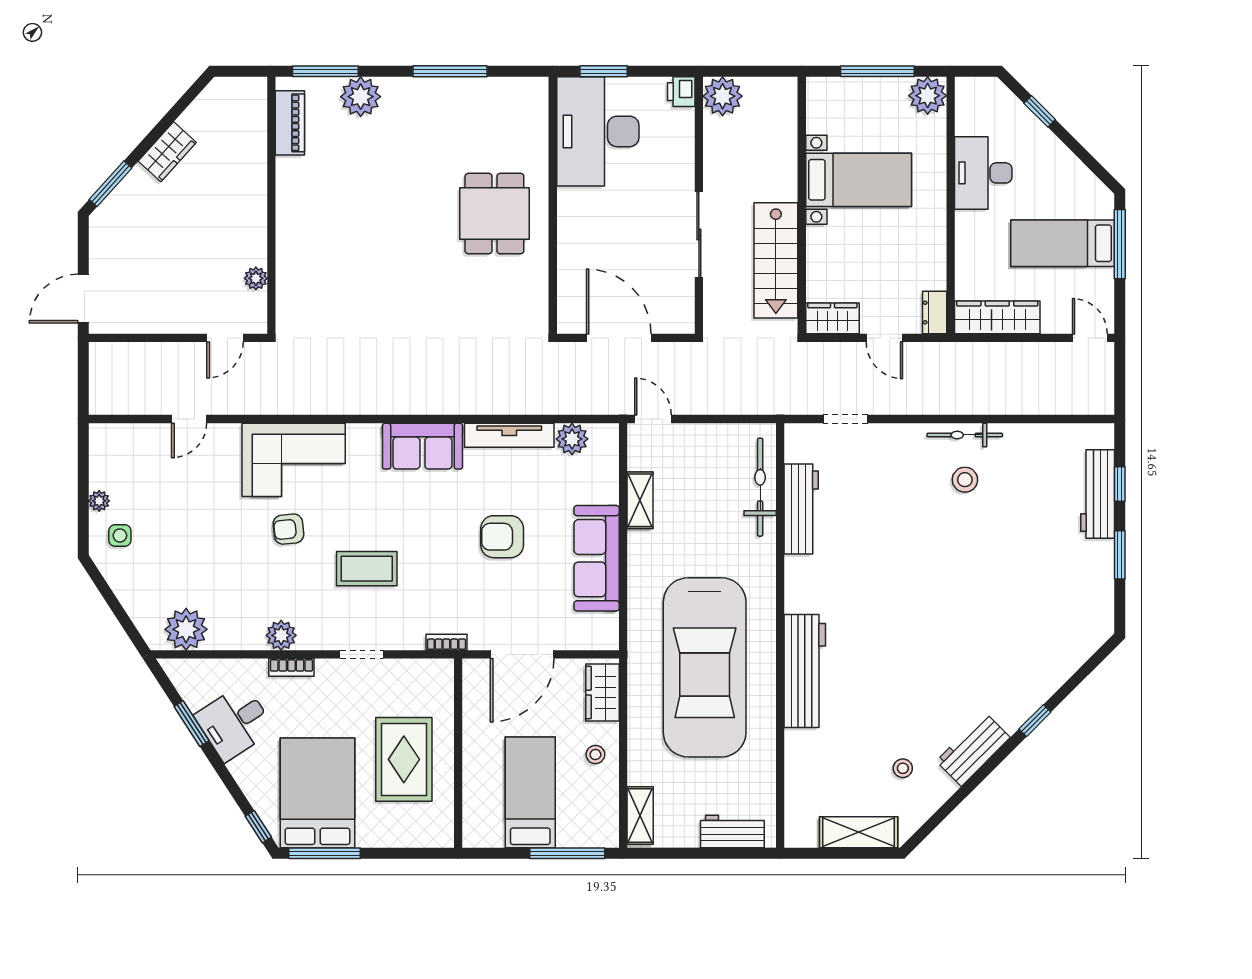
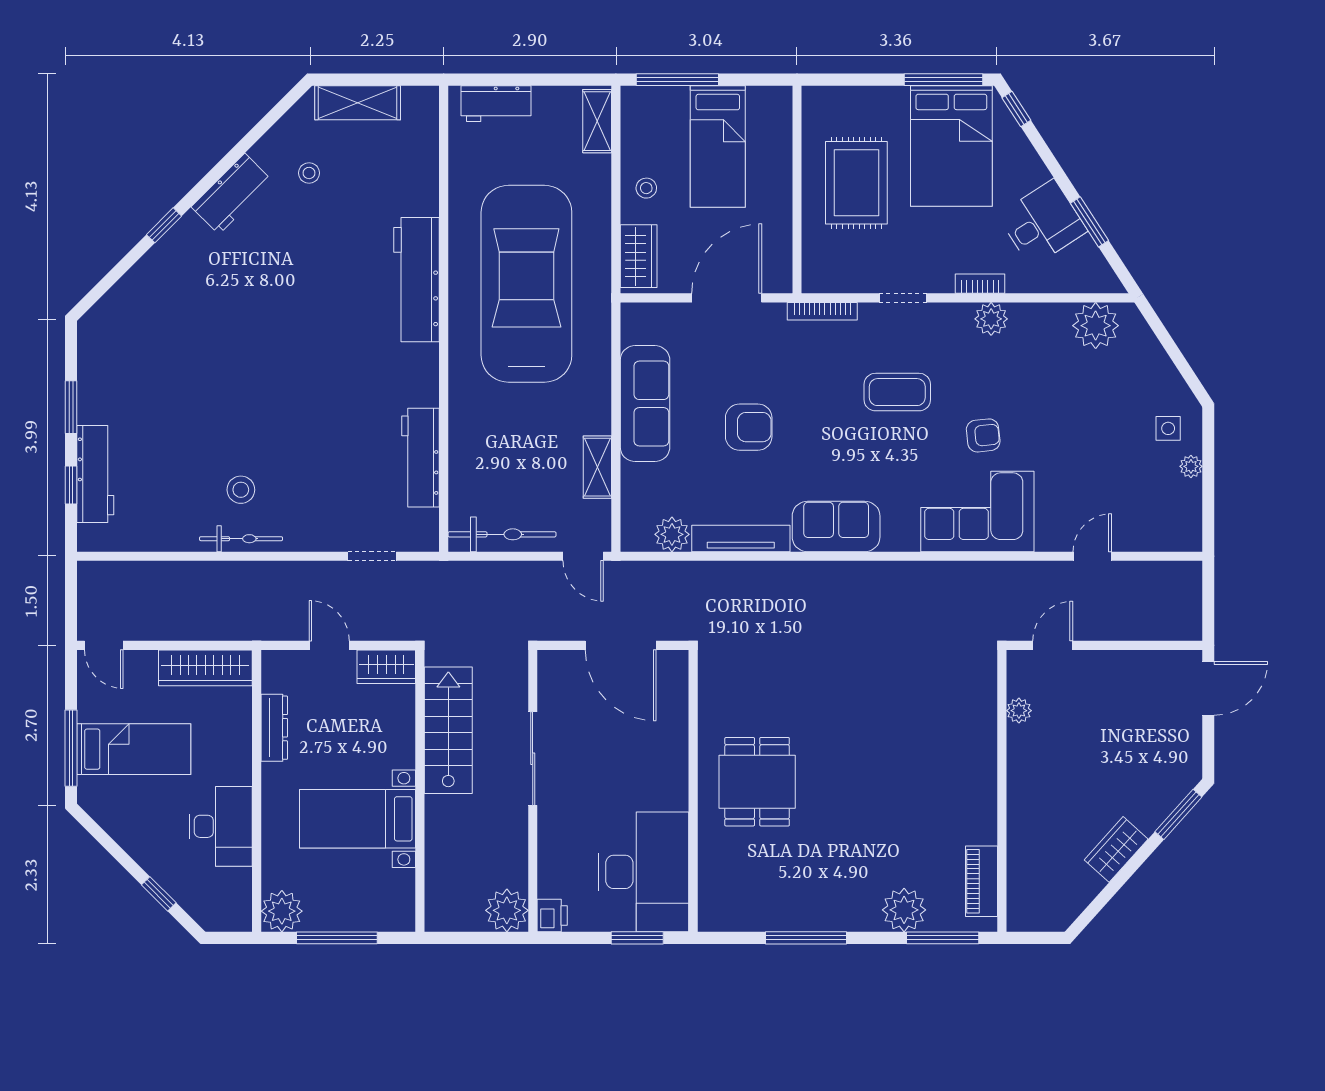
dresser: (935, 312) -> (274, 728), moved, width x1.44
bicycle: (760, 487) -> (502, 534), moved, turned -90
bookcase: (446, 642) -> (822, 311), width x1.56

